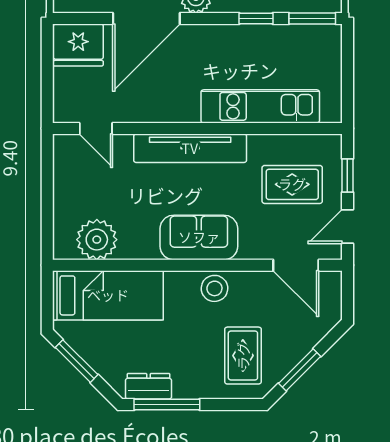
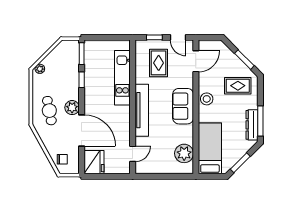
dresser: (148, 386) -> (252, 125), width x1.44

